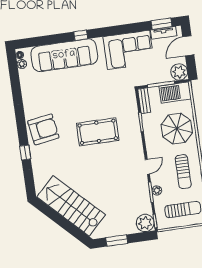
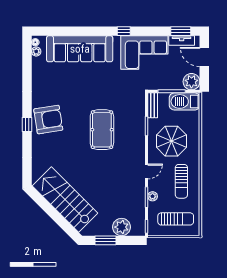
window: (81, 35) -> (124, 31), moved
door: (188, 46) -> (204, 57), hinge flipped
parasol: (177, 129) -> (171, 141), moved
pool table: (98, 132) -> (102, 130), turned 90
window: (25, 153) -> (27, 124), moved
plant: (145, 223) -> (122, 227), moved

